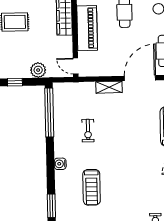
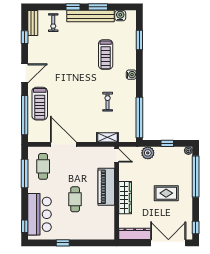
door: (140, 78) -> (63, 144), swing flipped
shelving: (109, 87) -> (107, 137), moved
treadmill: (92, 187) -> (106, 55), turned 180

